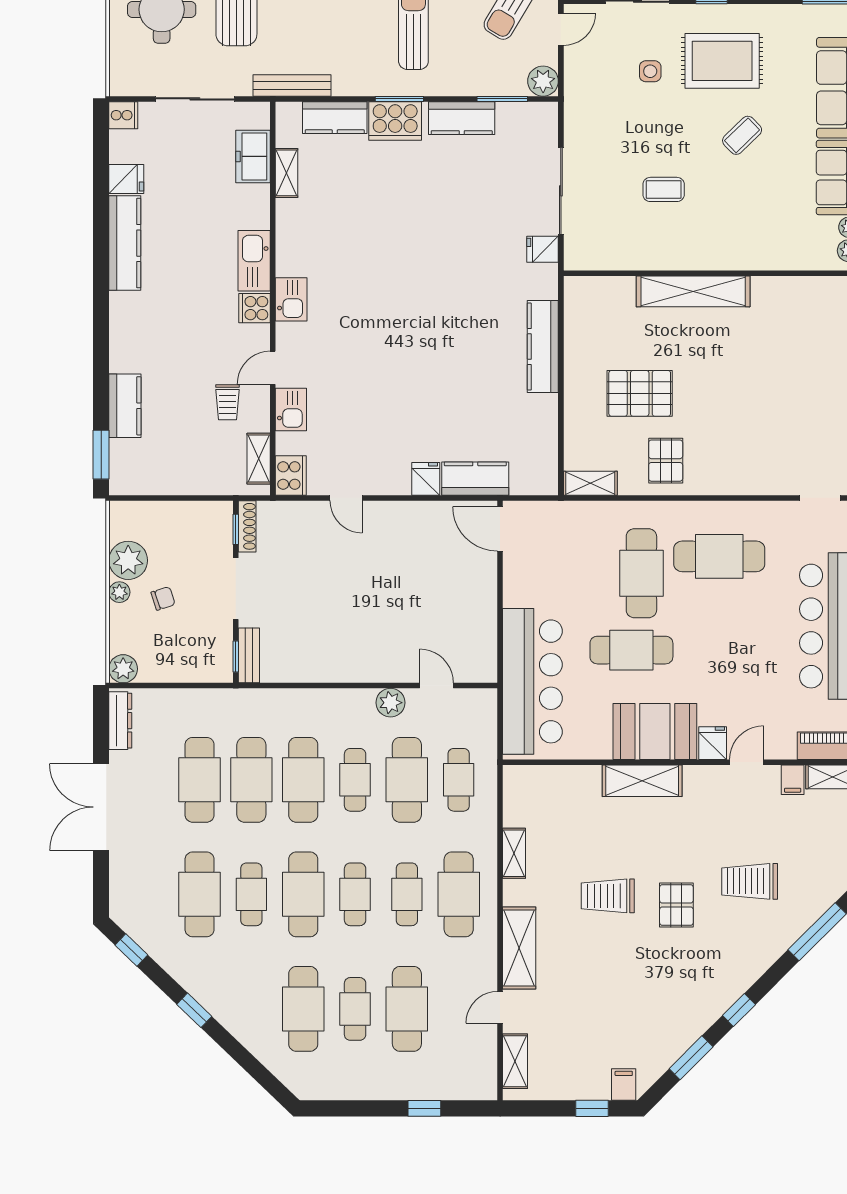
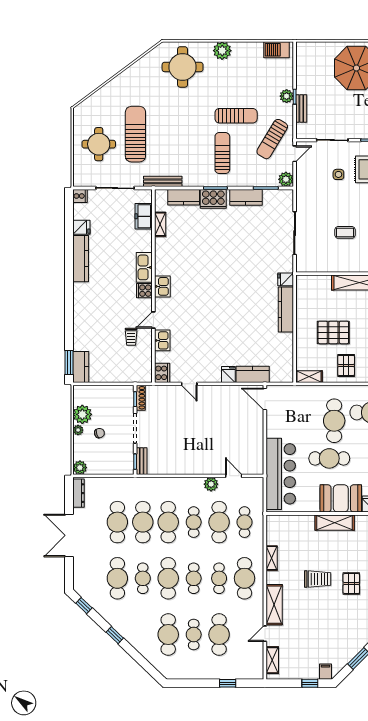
fridge: (543, 249) -> (286, 279), moved
kitchen counter: (125, 406) -> (81, 367), moved
shelving: (259, 459) -> (146, 364), removed
trolley: (608, 896) -> (318, 579), turned 180

